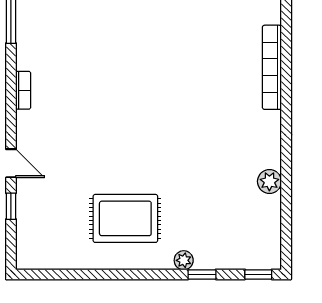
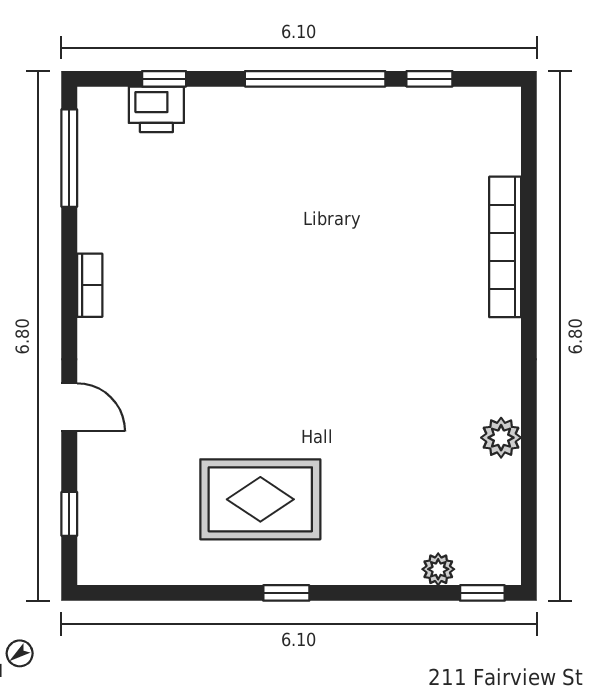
window: (11, 206) -> (69, 514), moved
plant: (184, 260) -> (438, 569), moved
window: (202, 274) -> (286, 593), moved

